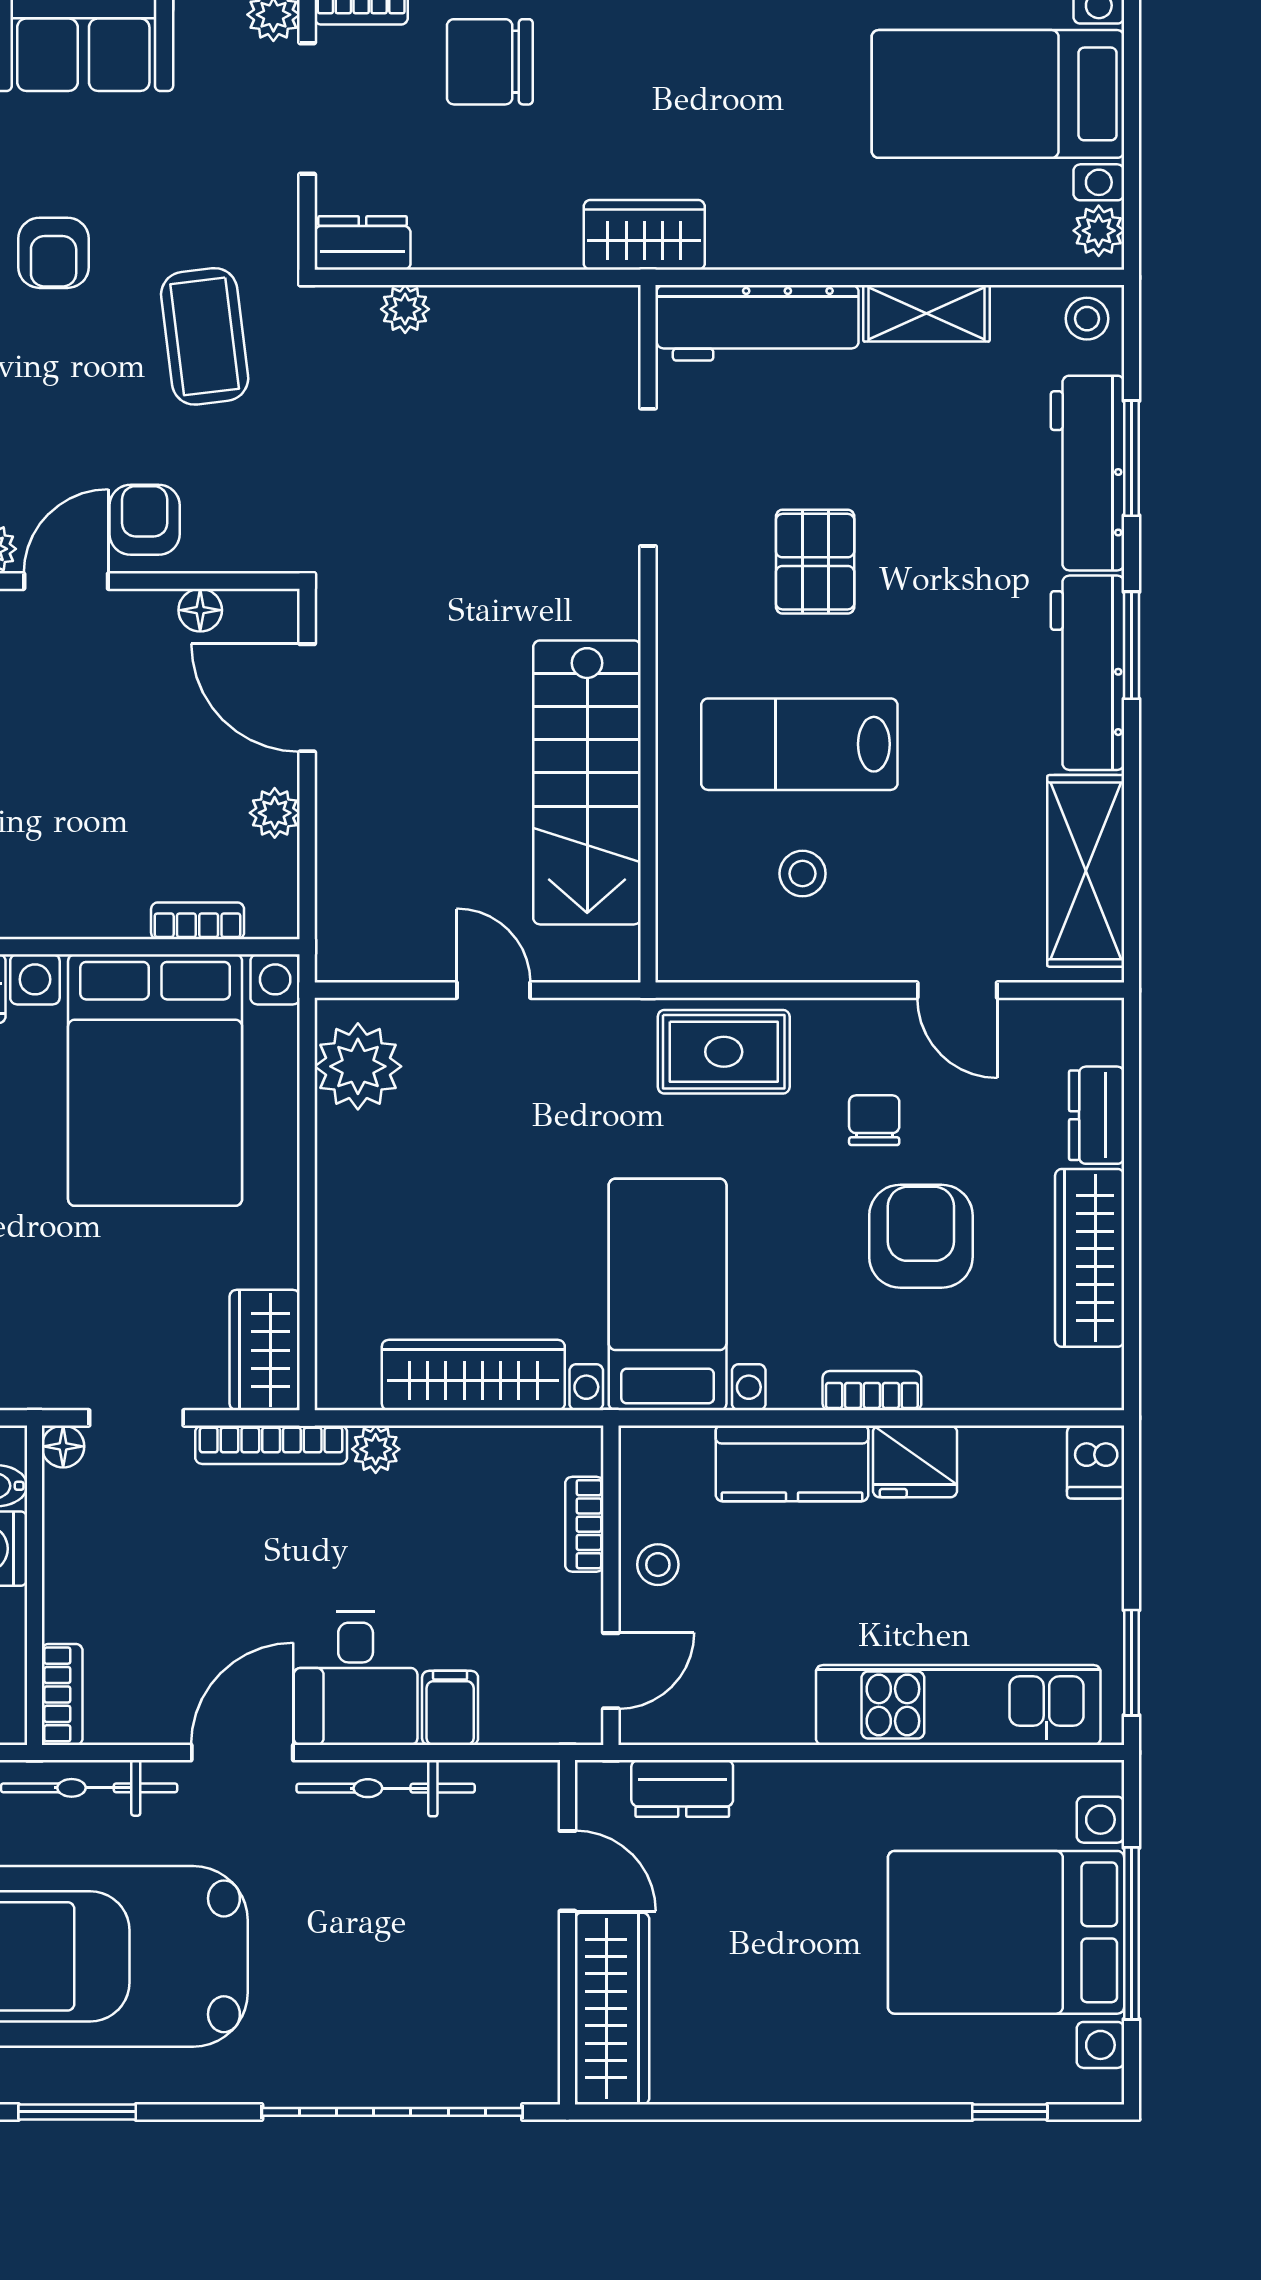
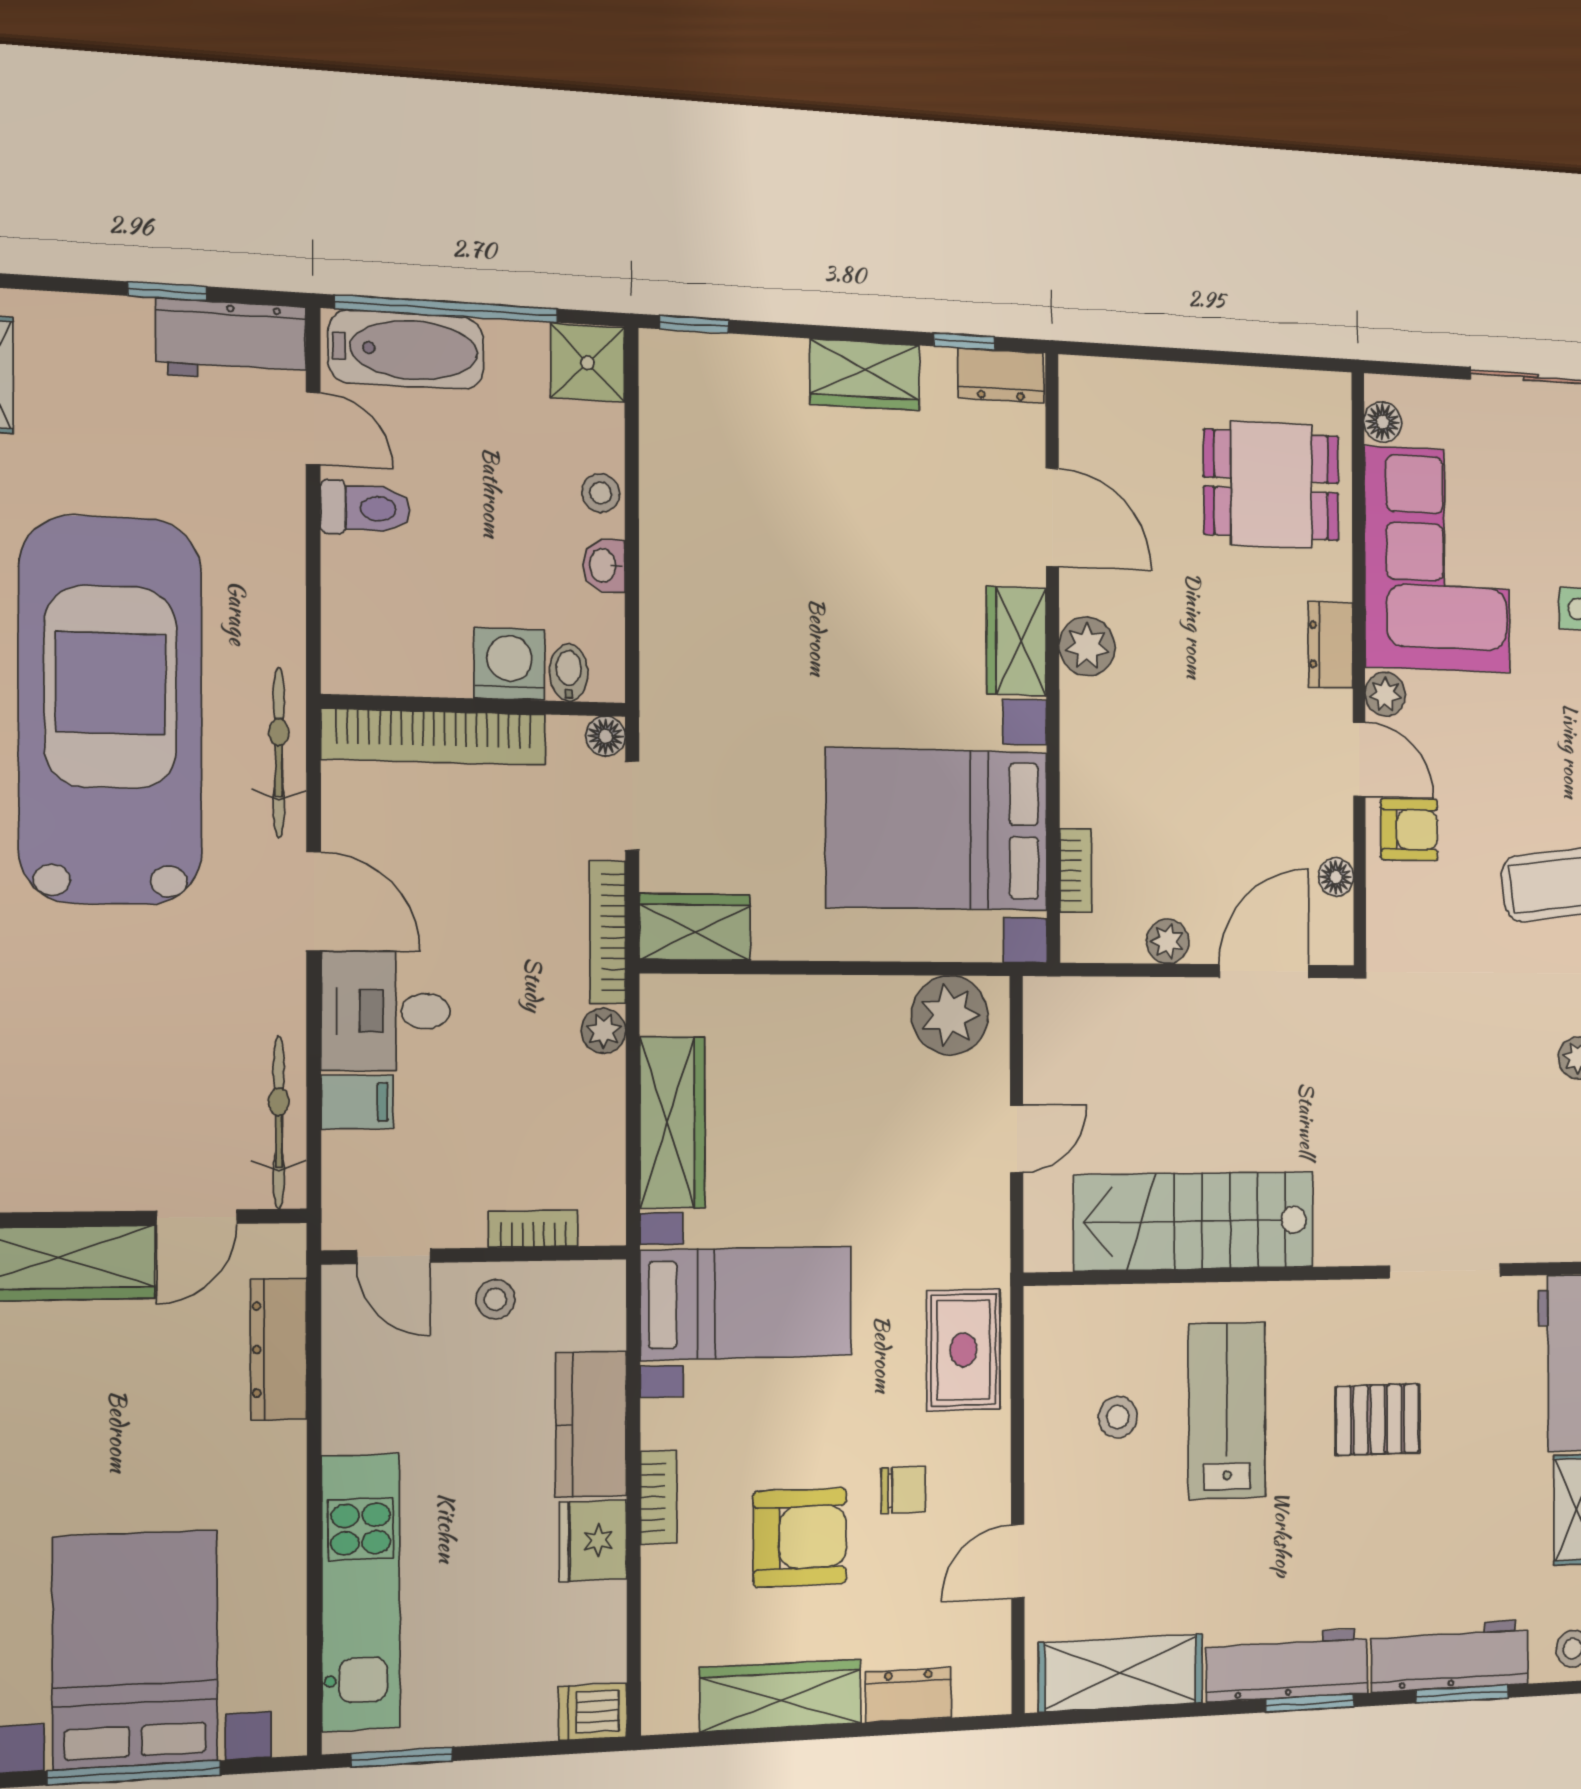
bookcase: (62, 1694) -> (434, 737), width x2.31, depth x1.31
bicycle: (386, 1788) -> (279, 1123), moved
dresser: (682, 1788) -> (279, 1349), width x1.44

